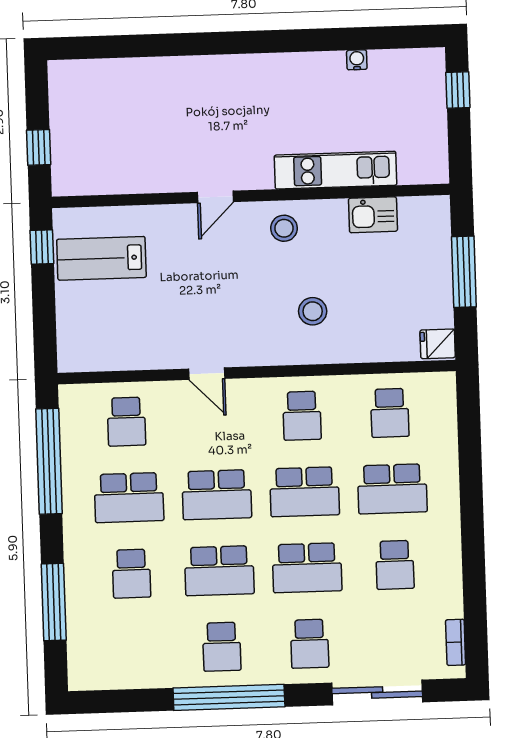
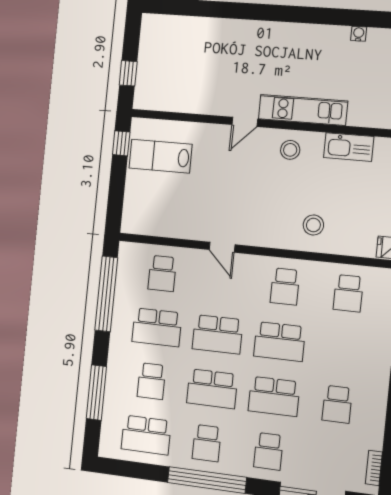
kitchen unit: (336, 170) -> (303, 110), moved
kitchen sink: (373, 215) -> (349, 147), width x1.38
stool: (313, 311) -> (313, 225), moved
school desk: (392, 489) -> (146, 435), moved

